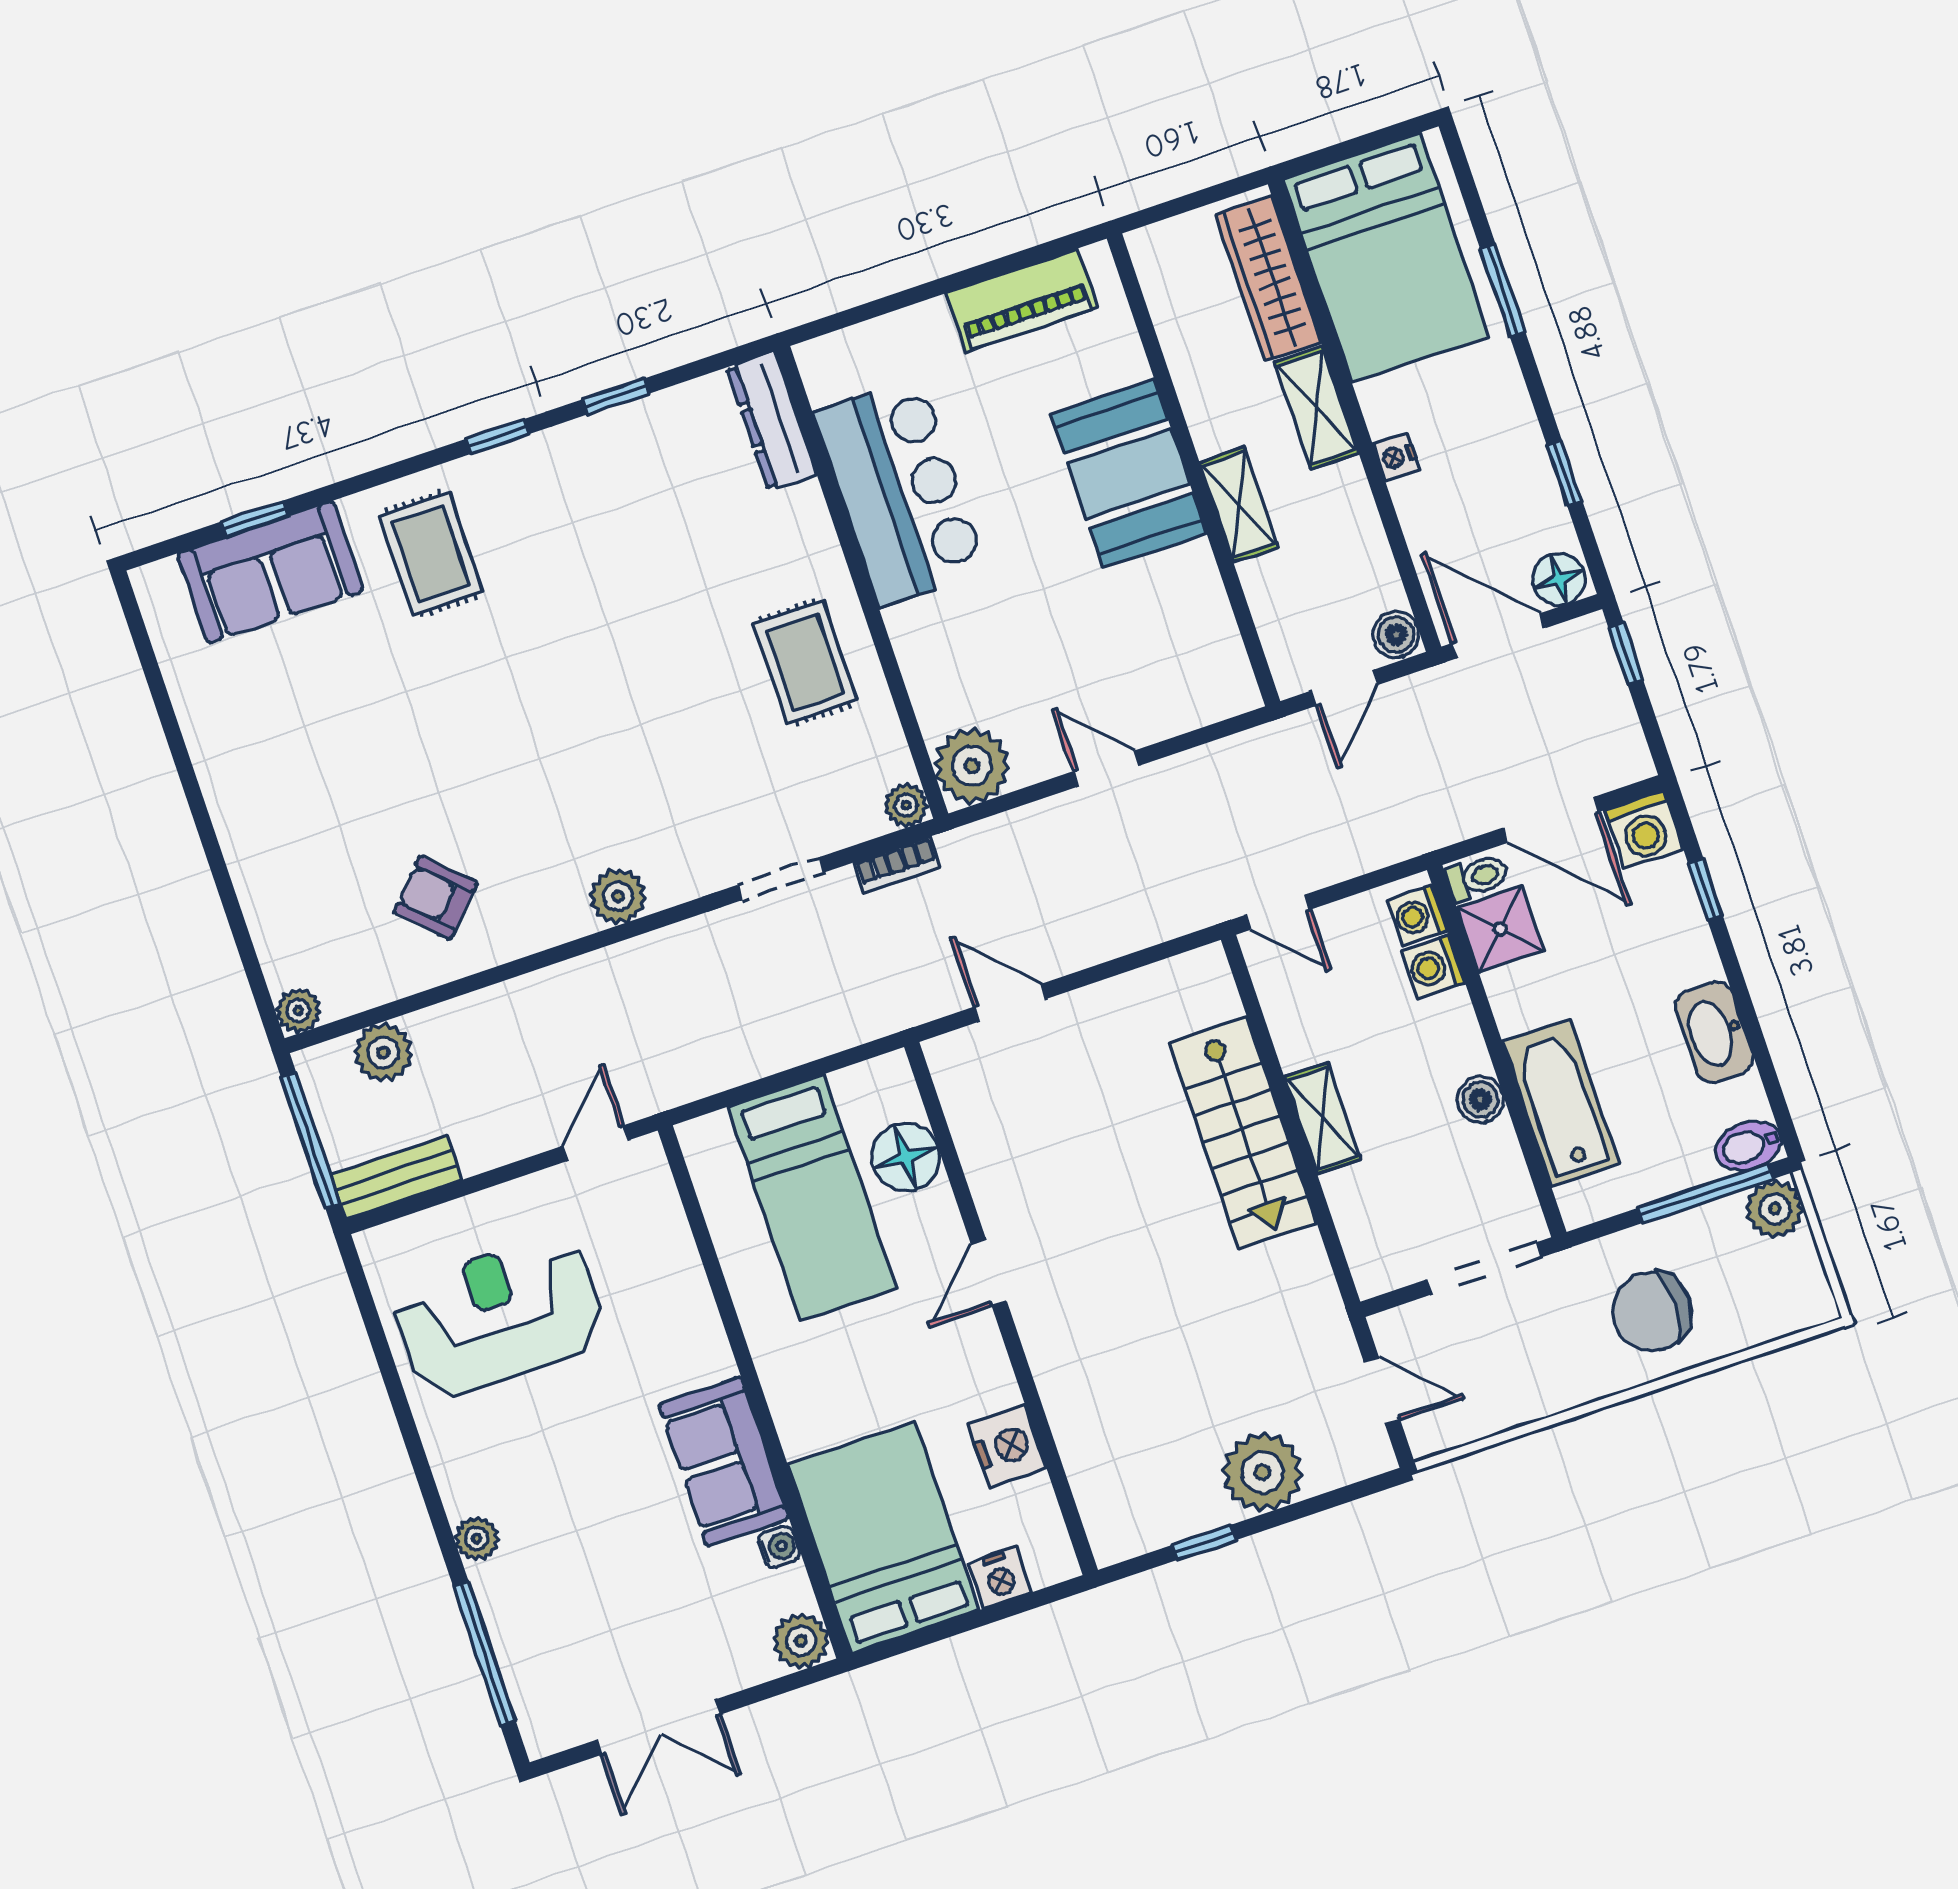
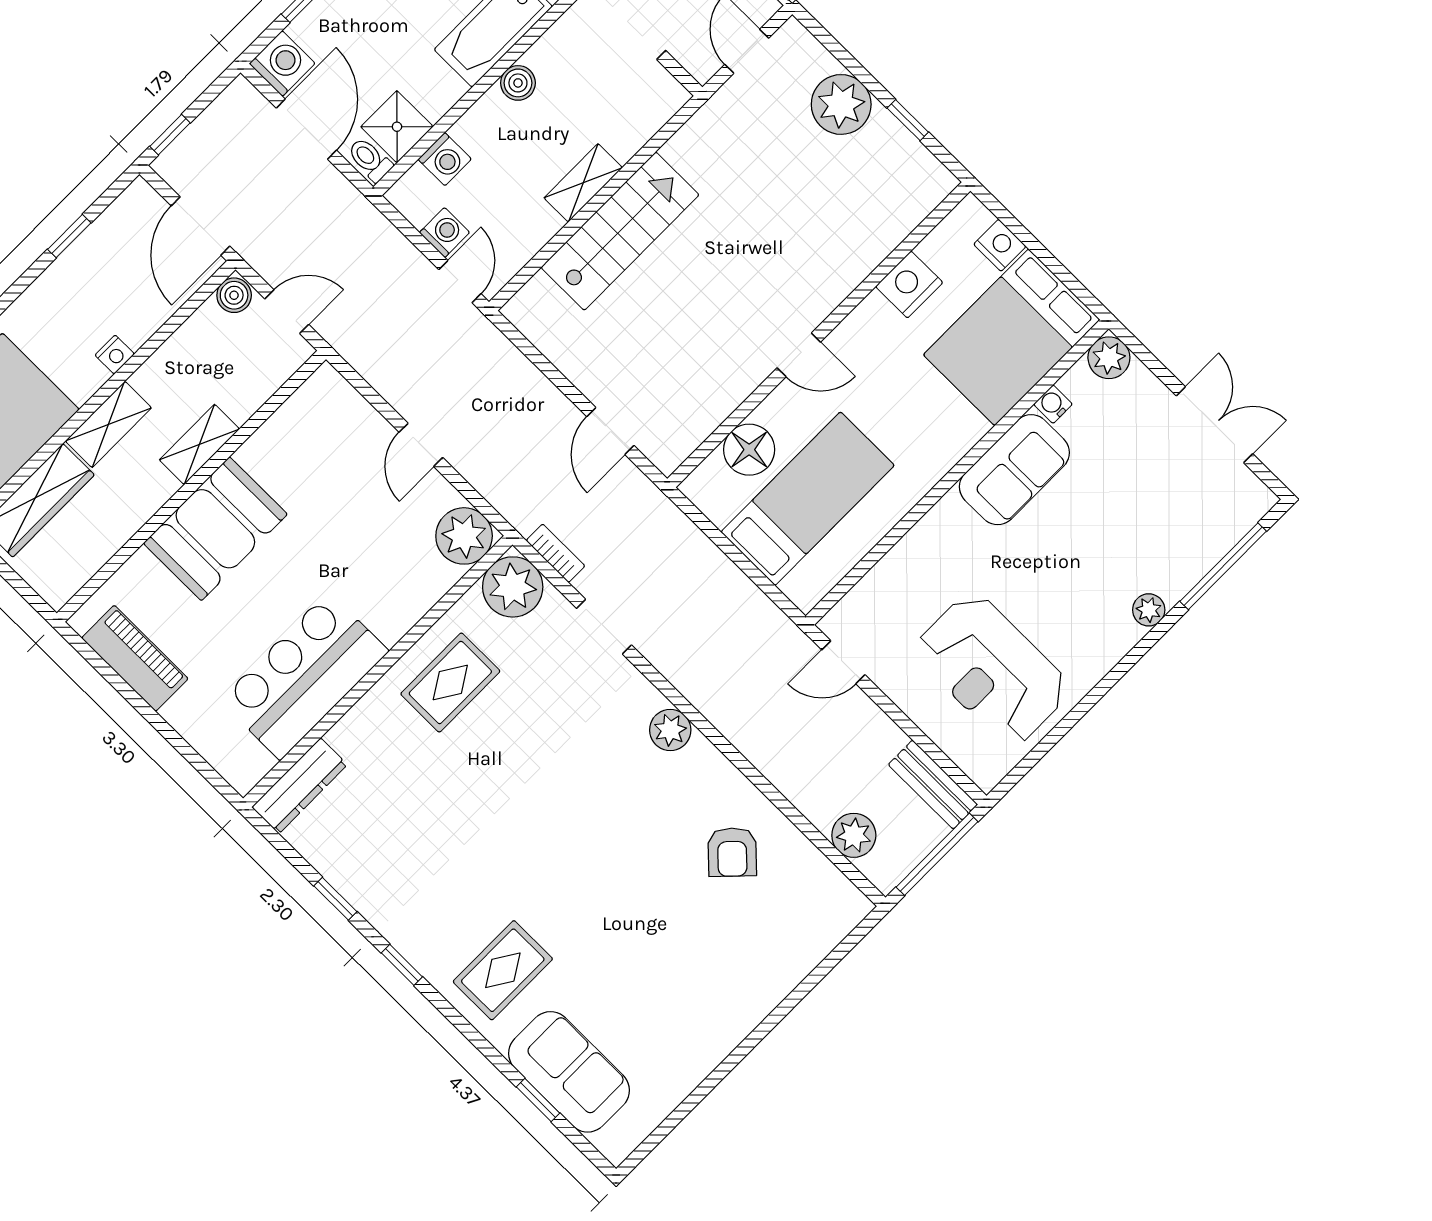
floor lamp: (1559, 579) -> (142, 204), removed
plant: (906, 805) -> (513, 587), width x1.88, depth x1.88
washing machine: (1417, 916) -> (445, 233), moved, turned -90
plant: (298, 1010) -> (854, 906), removed

